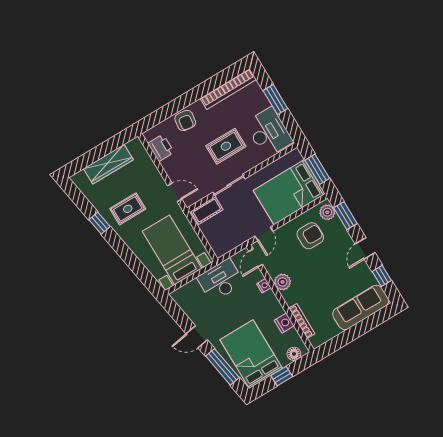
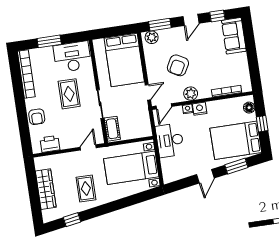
armchair: (185, 121) -> (37, 117), turned 83
window: (317, 169) -> (116, 31), removed
window: (100, 223) -> (72, 220), moved
door: (264, 234) -> (148, 92), hinge flipped
armchair: (310, 236) -> (178, 65), moved, turned -151
door: (365, 248) -> (191, 20), hinge flipped
door: (256, 258) -> (164, 106), hinge flipped
sofa: (361, 307) -> (234, 36), width x0.73
nightstand: (284, 323) -> (200, 109), moved
window: (222, 367) -> (236, 166), width x0.69

